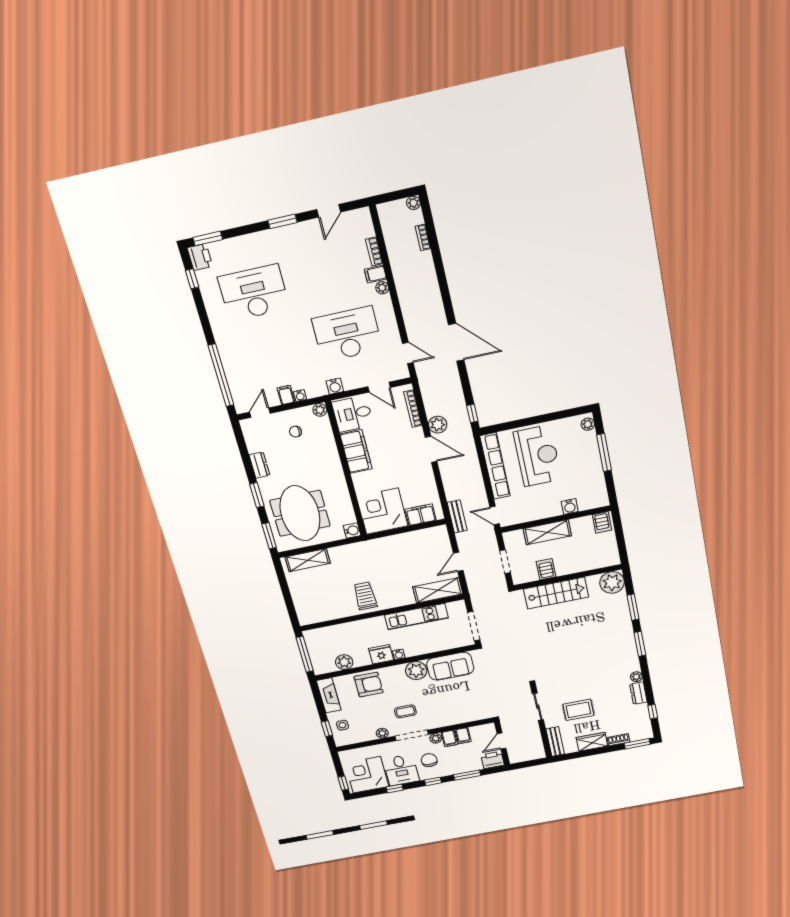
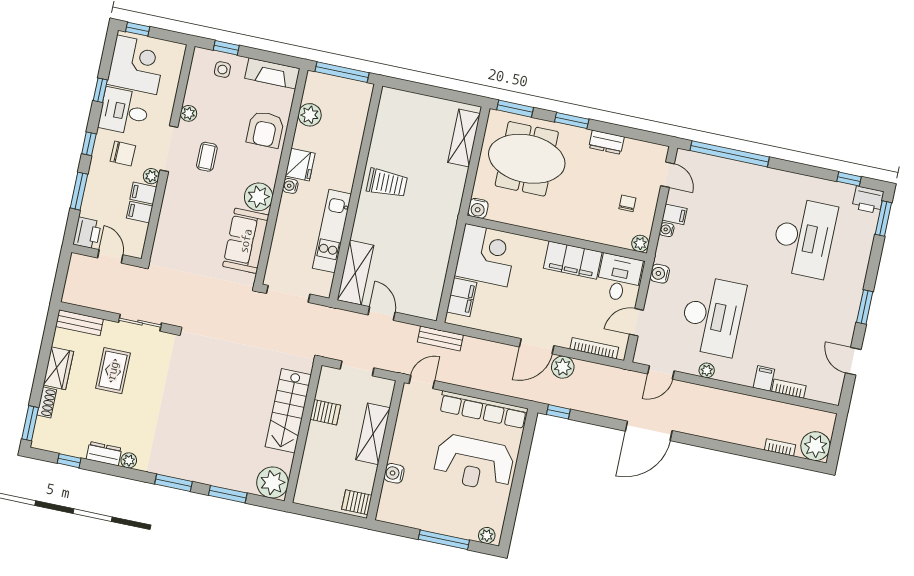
plant: (413, 203) -> (815, 446), width x1.88, depth x1.88
plant: (382, 288) -> (707, 370), moved

